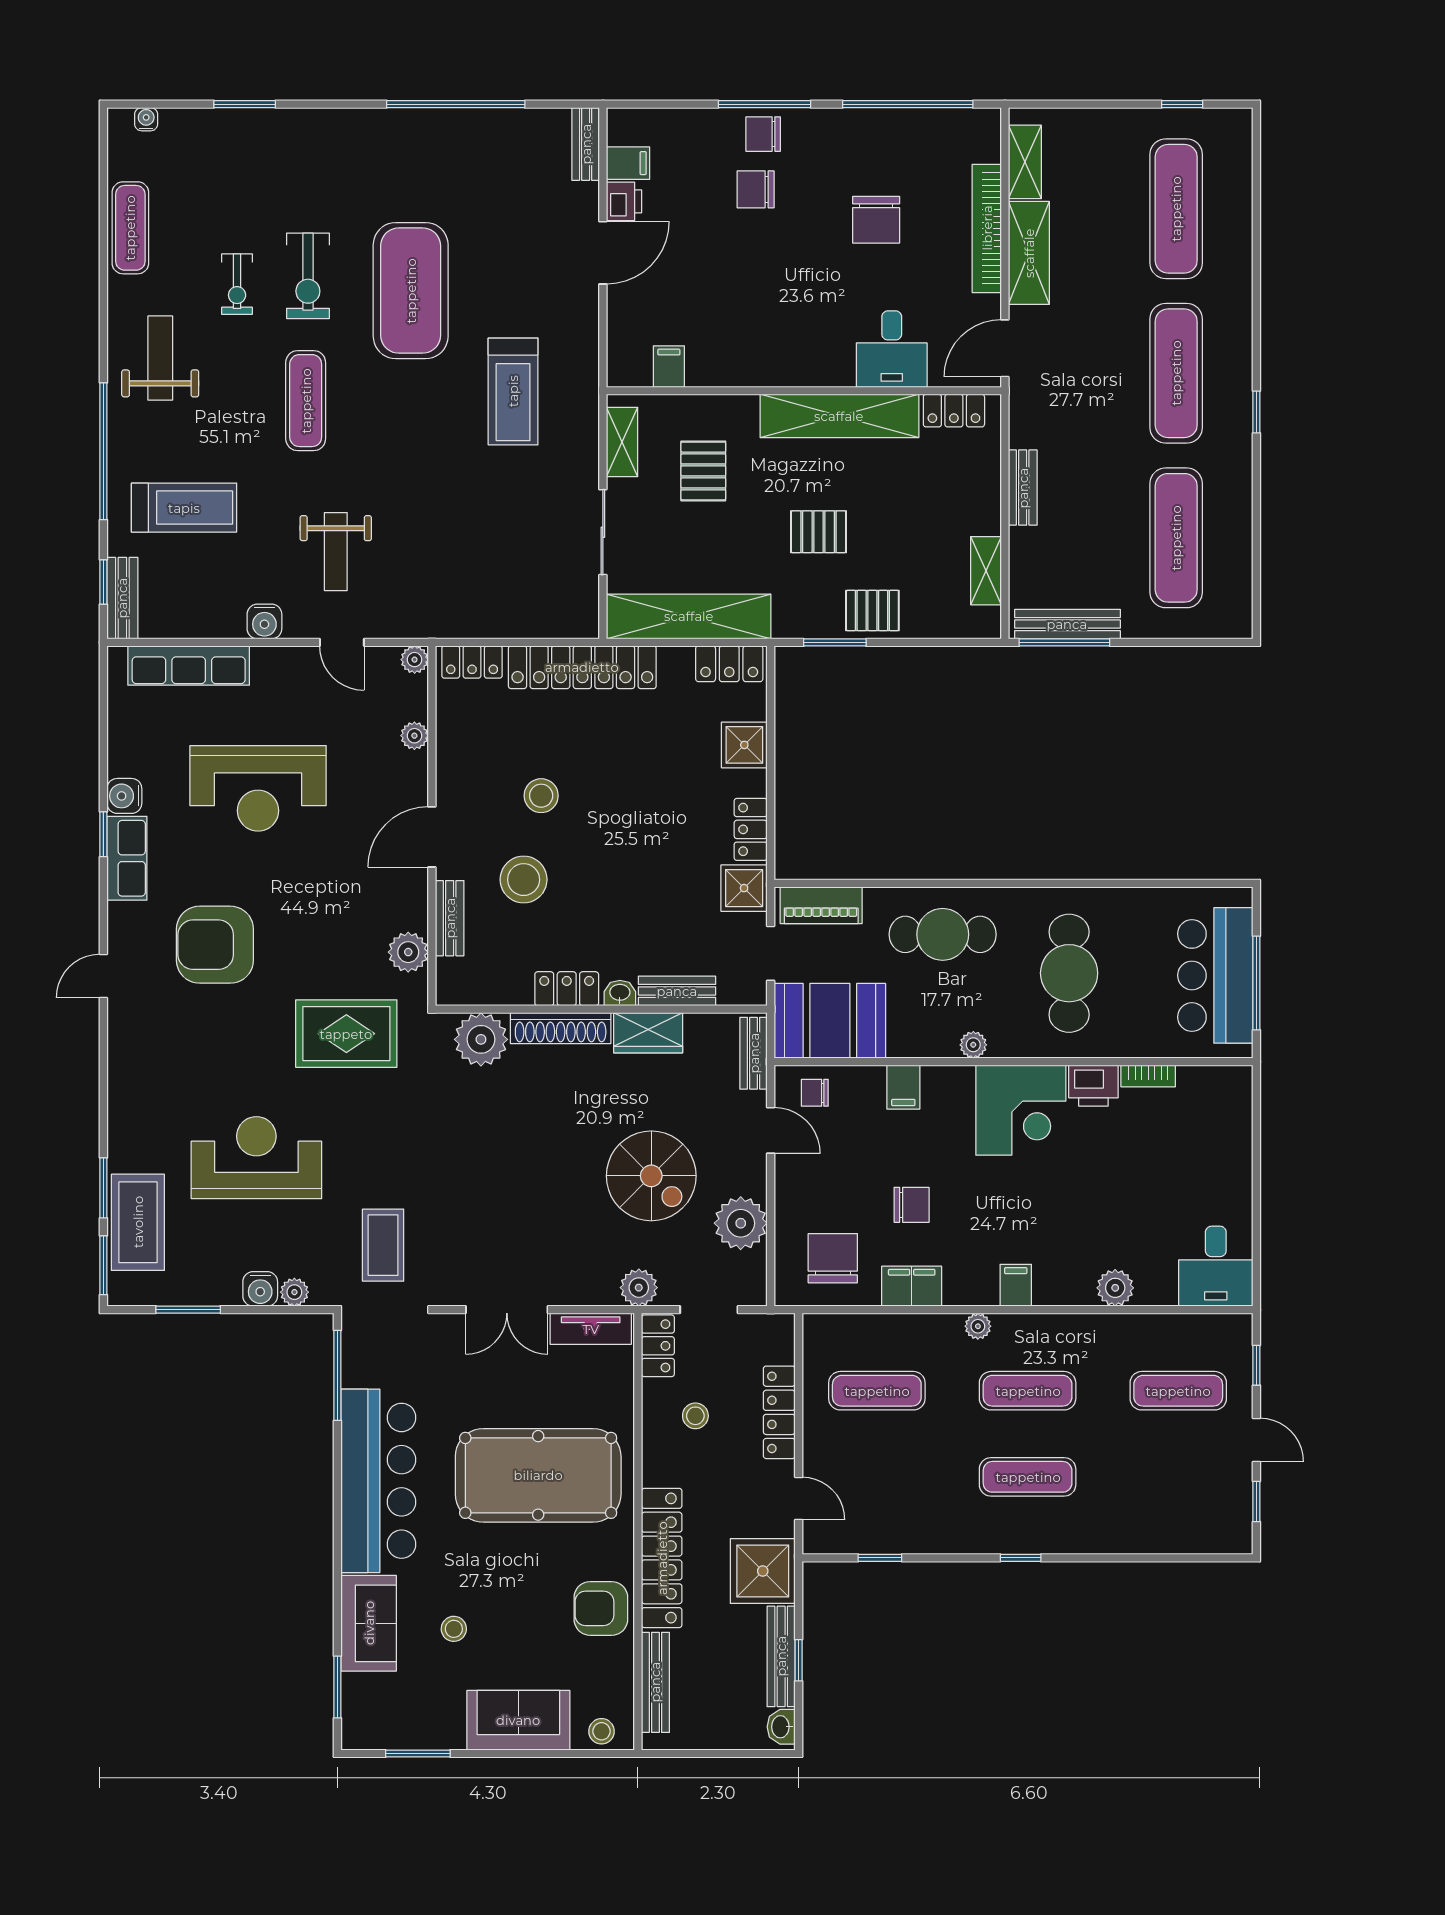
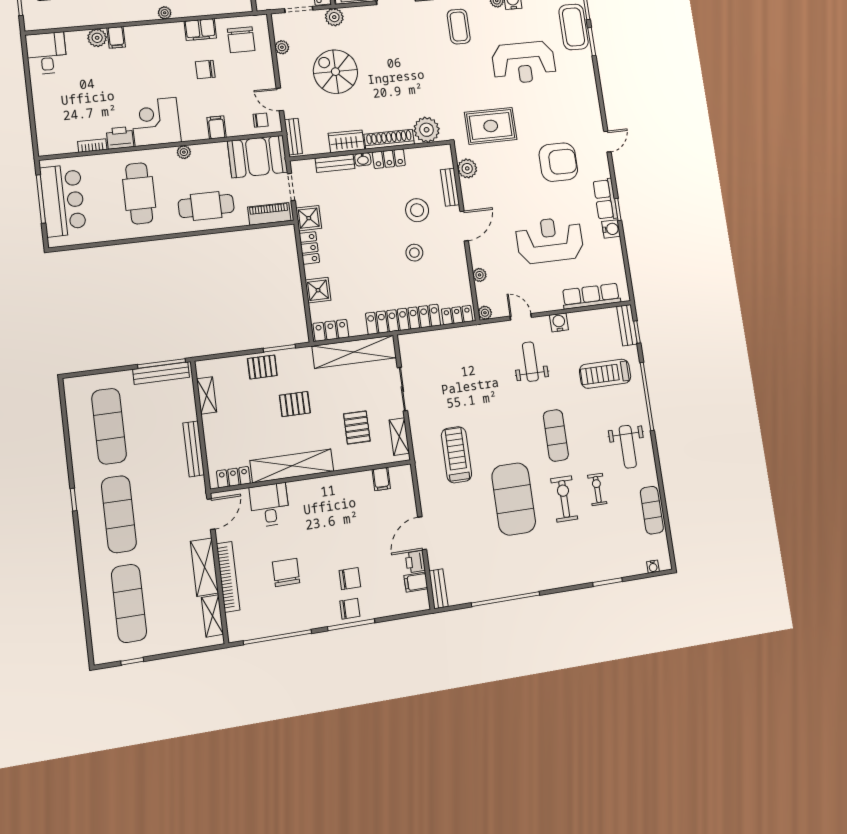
bench: (1023, 488) -> (194, 449), width x1.36
plant: (741, 1223) -> (282, 47), width x0.53, depth x0.53
filing cabinet: (1016, 1285) -> (116, 37), moved

